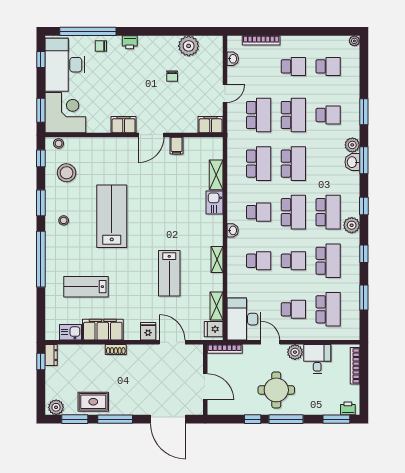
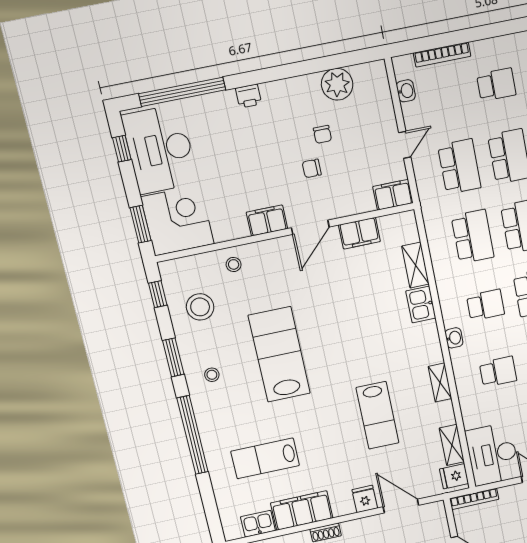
chair: (101, 46) -> (312, 168), moved
stool: (59, 143) -> (234, 264), moved
filing cabinet: (177, 146) -> (359, 233), width x2.00

